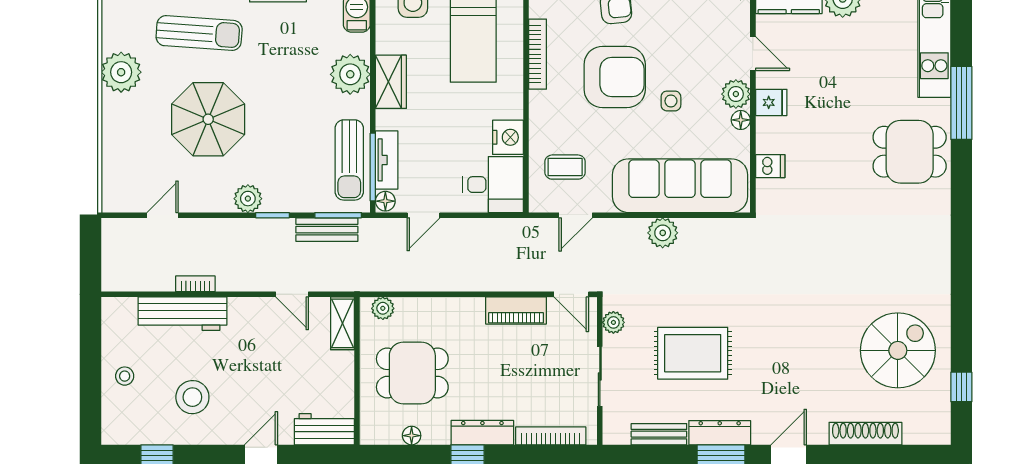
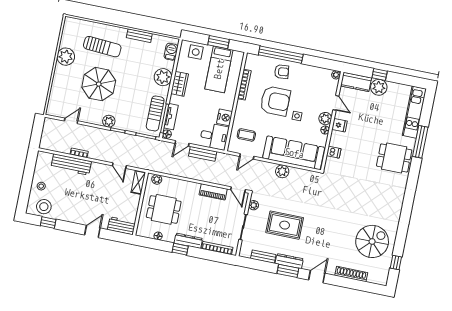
bench: (327, 230) -> (203, 154), moved
stool: (192, 397) -> (44, 207), moved

